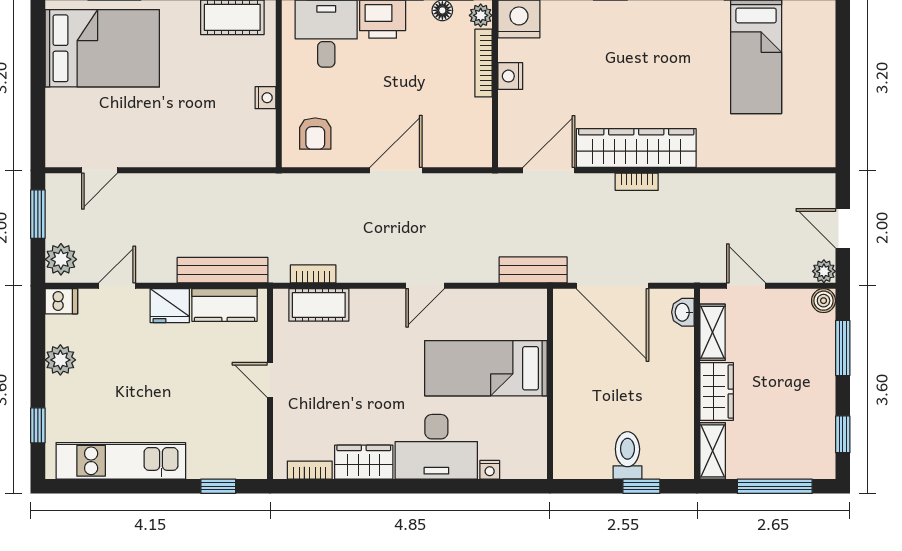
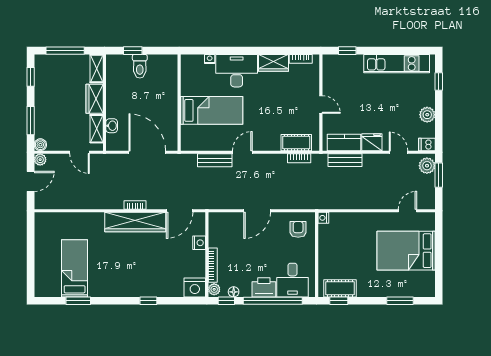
bed: (102, 48) -> (406, 251), moved
nightstand: (510, 76) -> (199, 243), moved
nightstand: (265, 98) -> (323, 218), moved
window: (38, 214) -> (439, 175), moved
door: (843, 228) -> (31, 181), hinge flipped
bench: (223, 270) -> (345, 160), width x0.73
bench: (533, 270) -> (215, 160), moved
door: (117, 286) -> (399, 152), swing flipped
washbasin: (683, 312) -> (112, 126), moved

